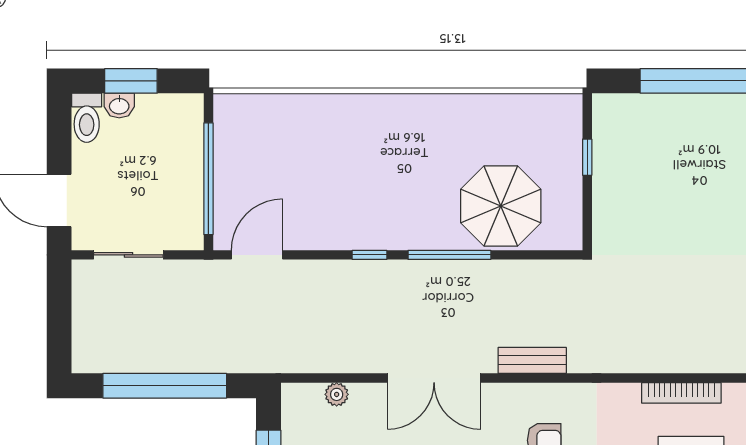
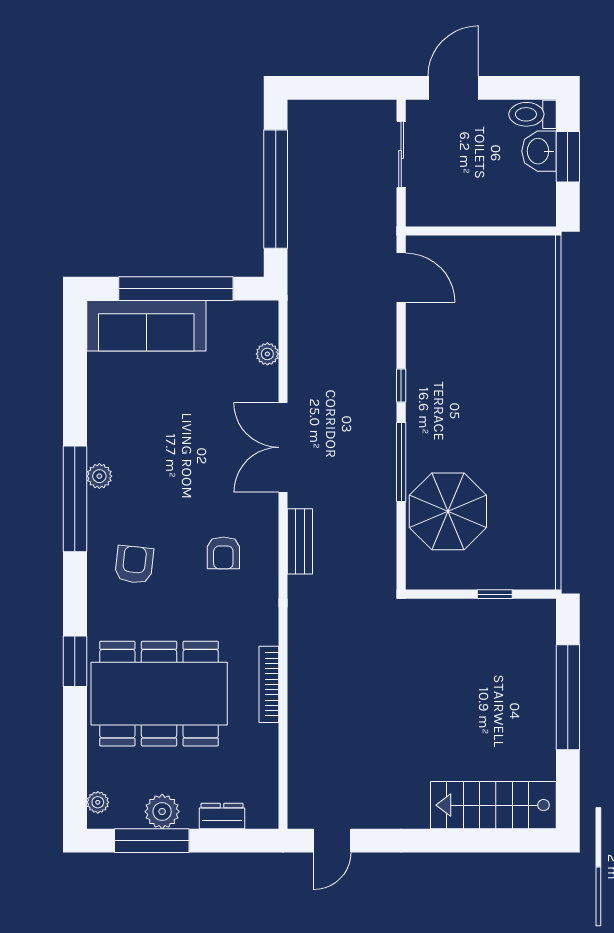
washbasin: (119, 105) -> (539, 151), width x1.38, depth x1.45
window: (208, 179) -> (474, 231), removed

